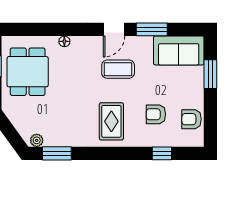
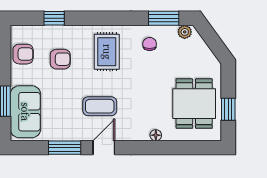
sofa: (179, 50) -> (25, 112), moved, turned 90
chair: (70, 129) -> (150, 44), added

